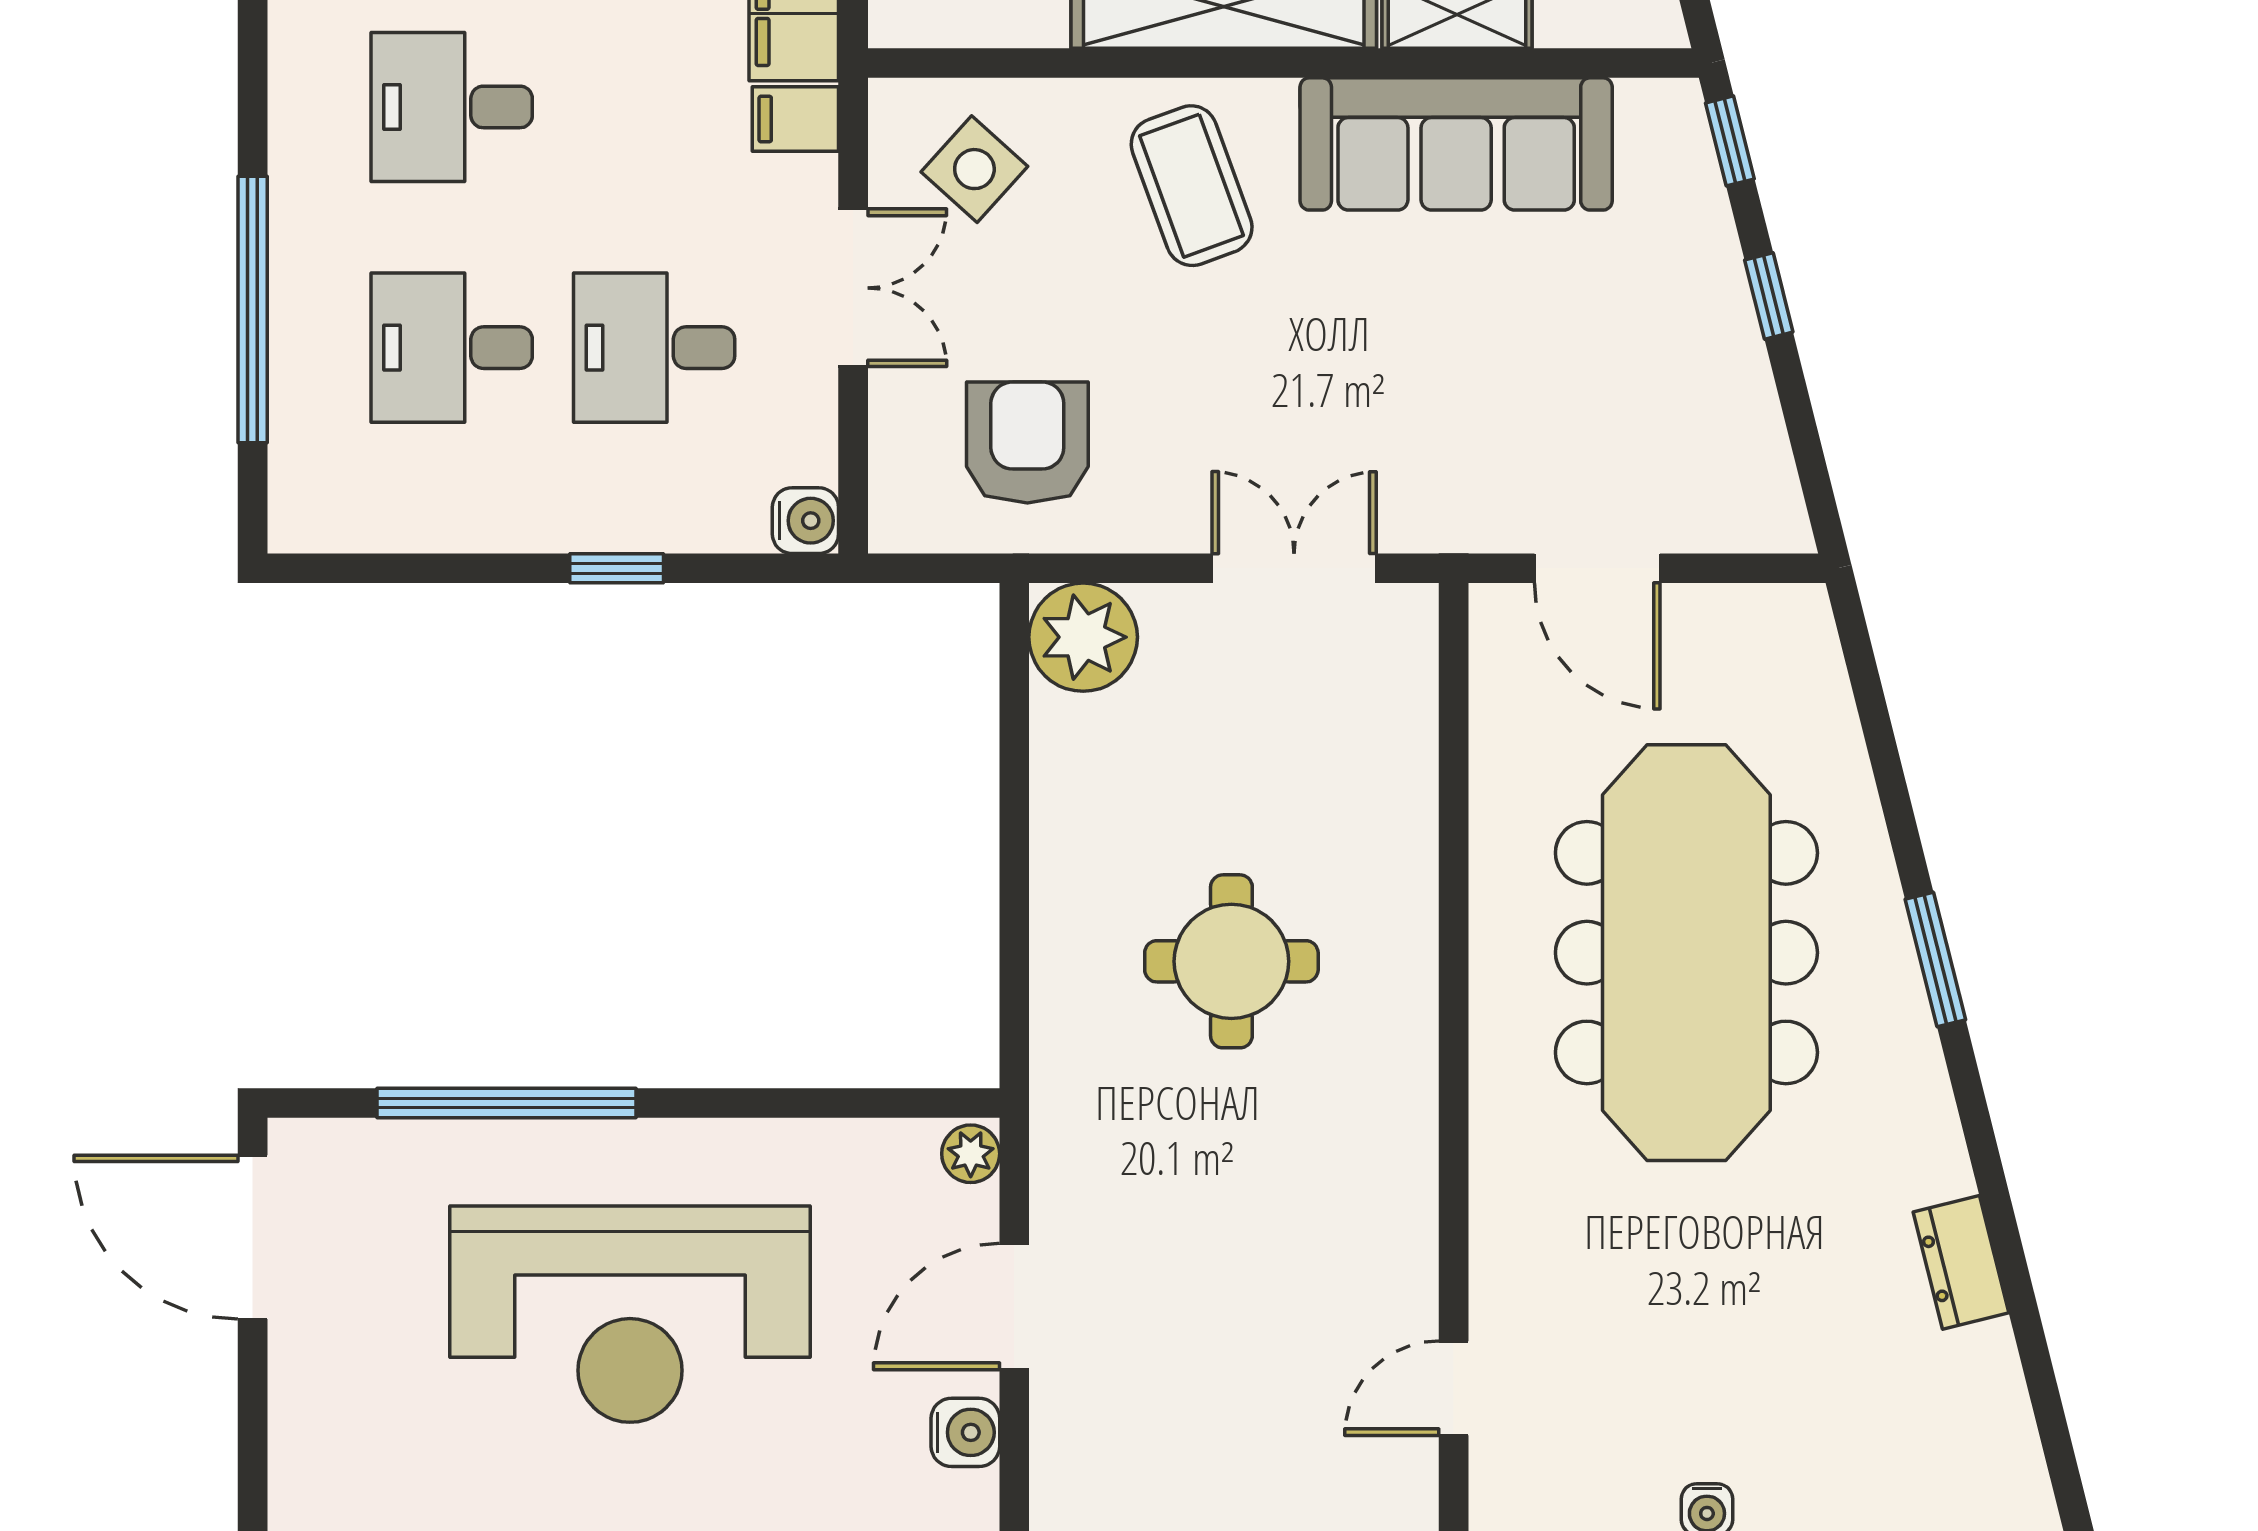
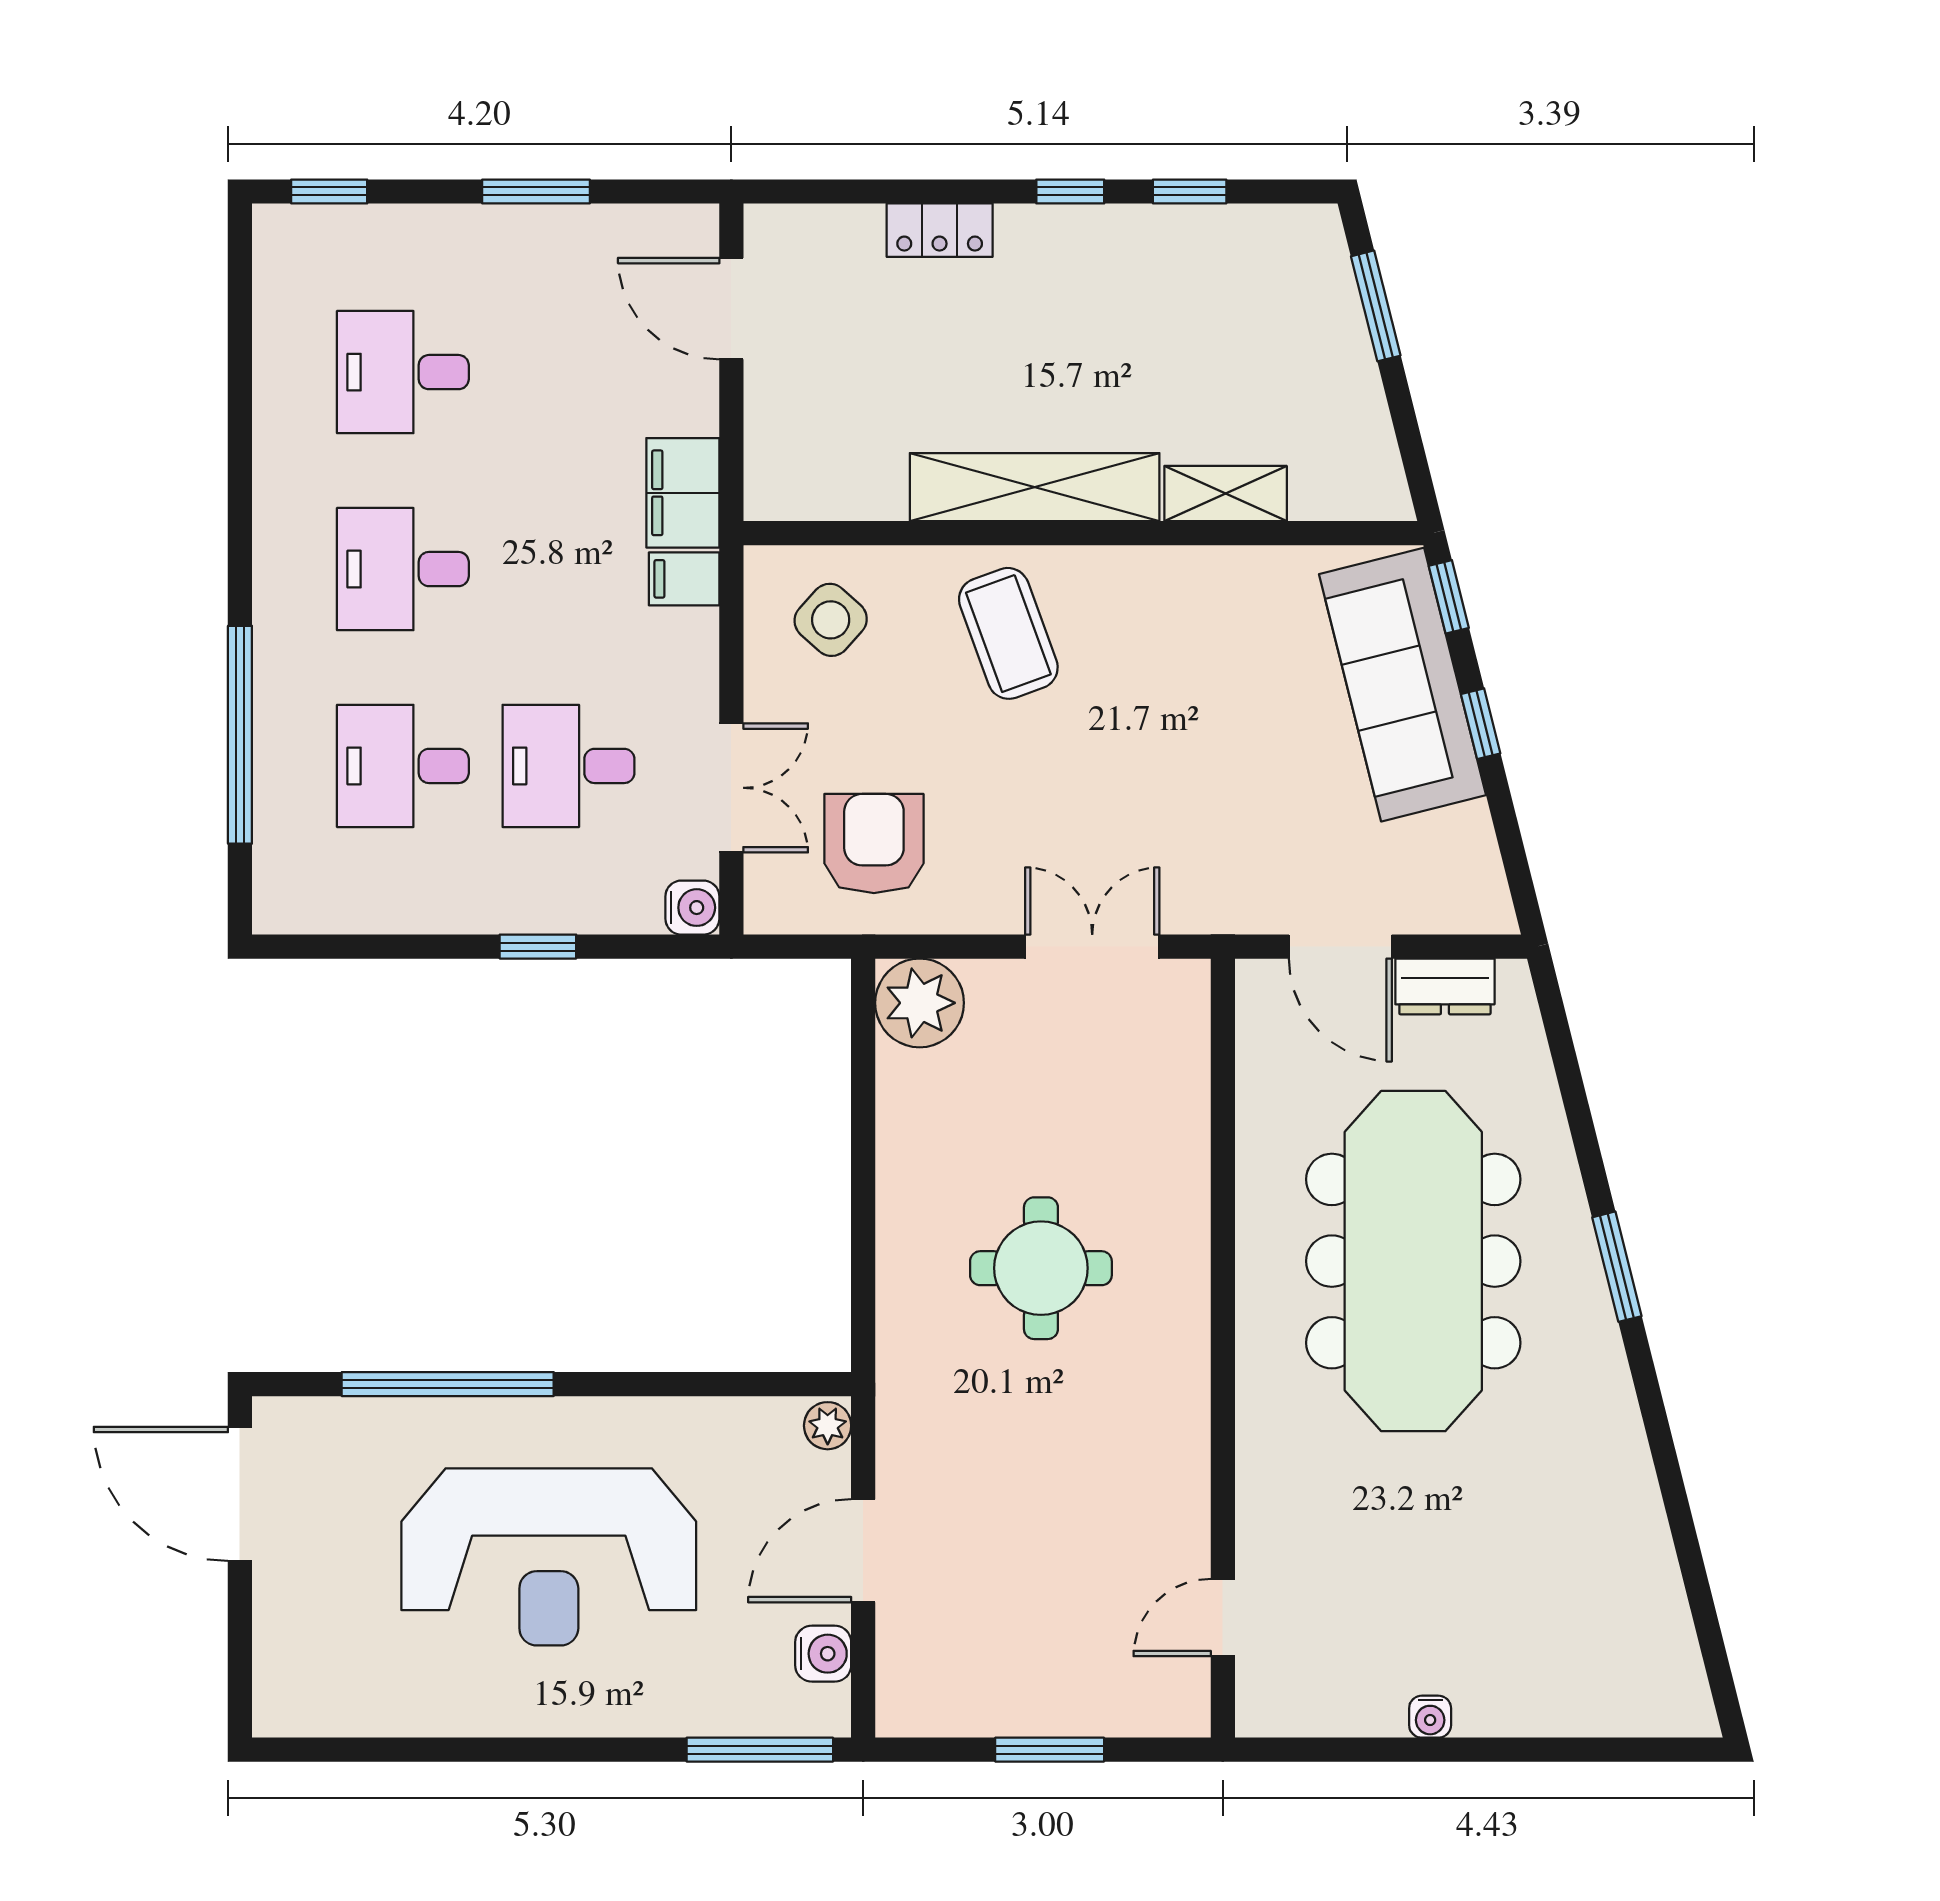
sofa: (1456, 144) -> (1403, 685), moved, turned 76
double door: (853, 288) -> (731, 788), moved
dresser: (1961, 1262) -> (1445, 986), moved, turned -76

